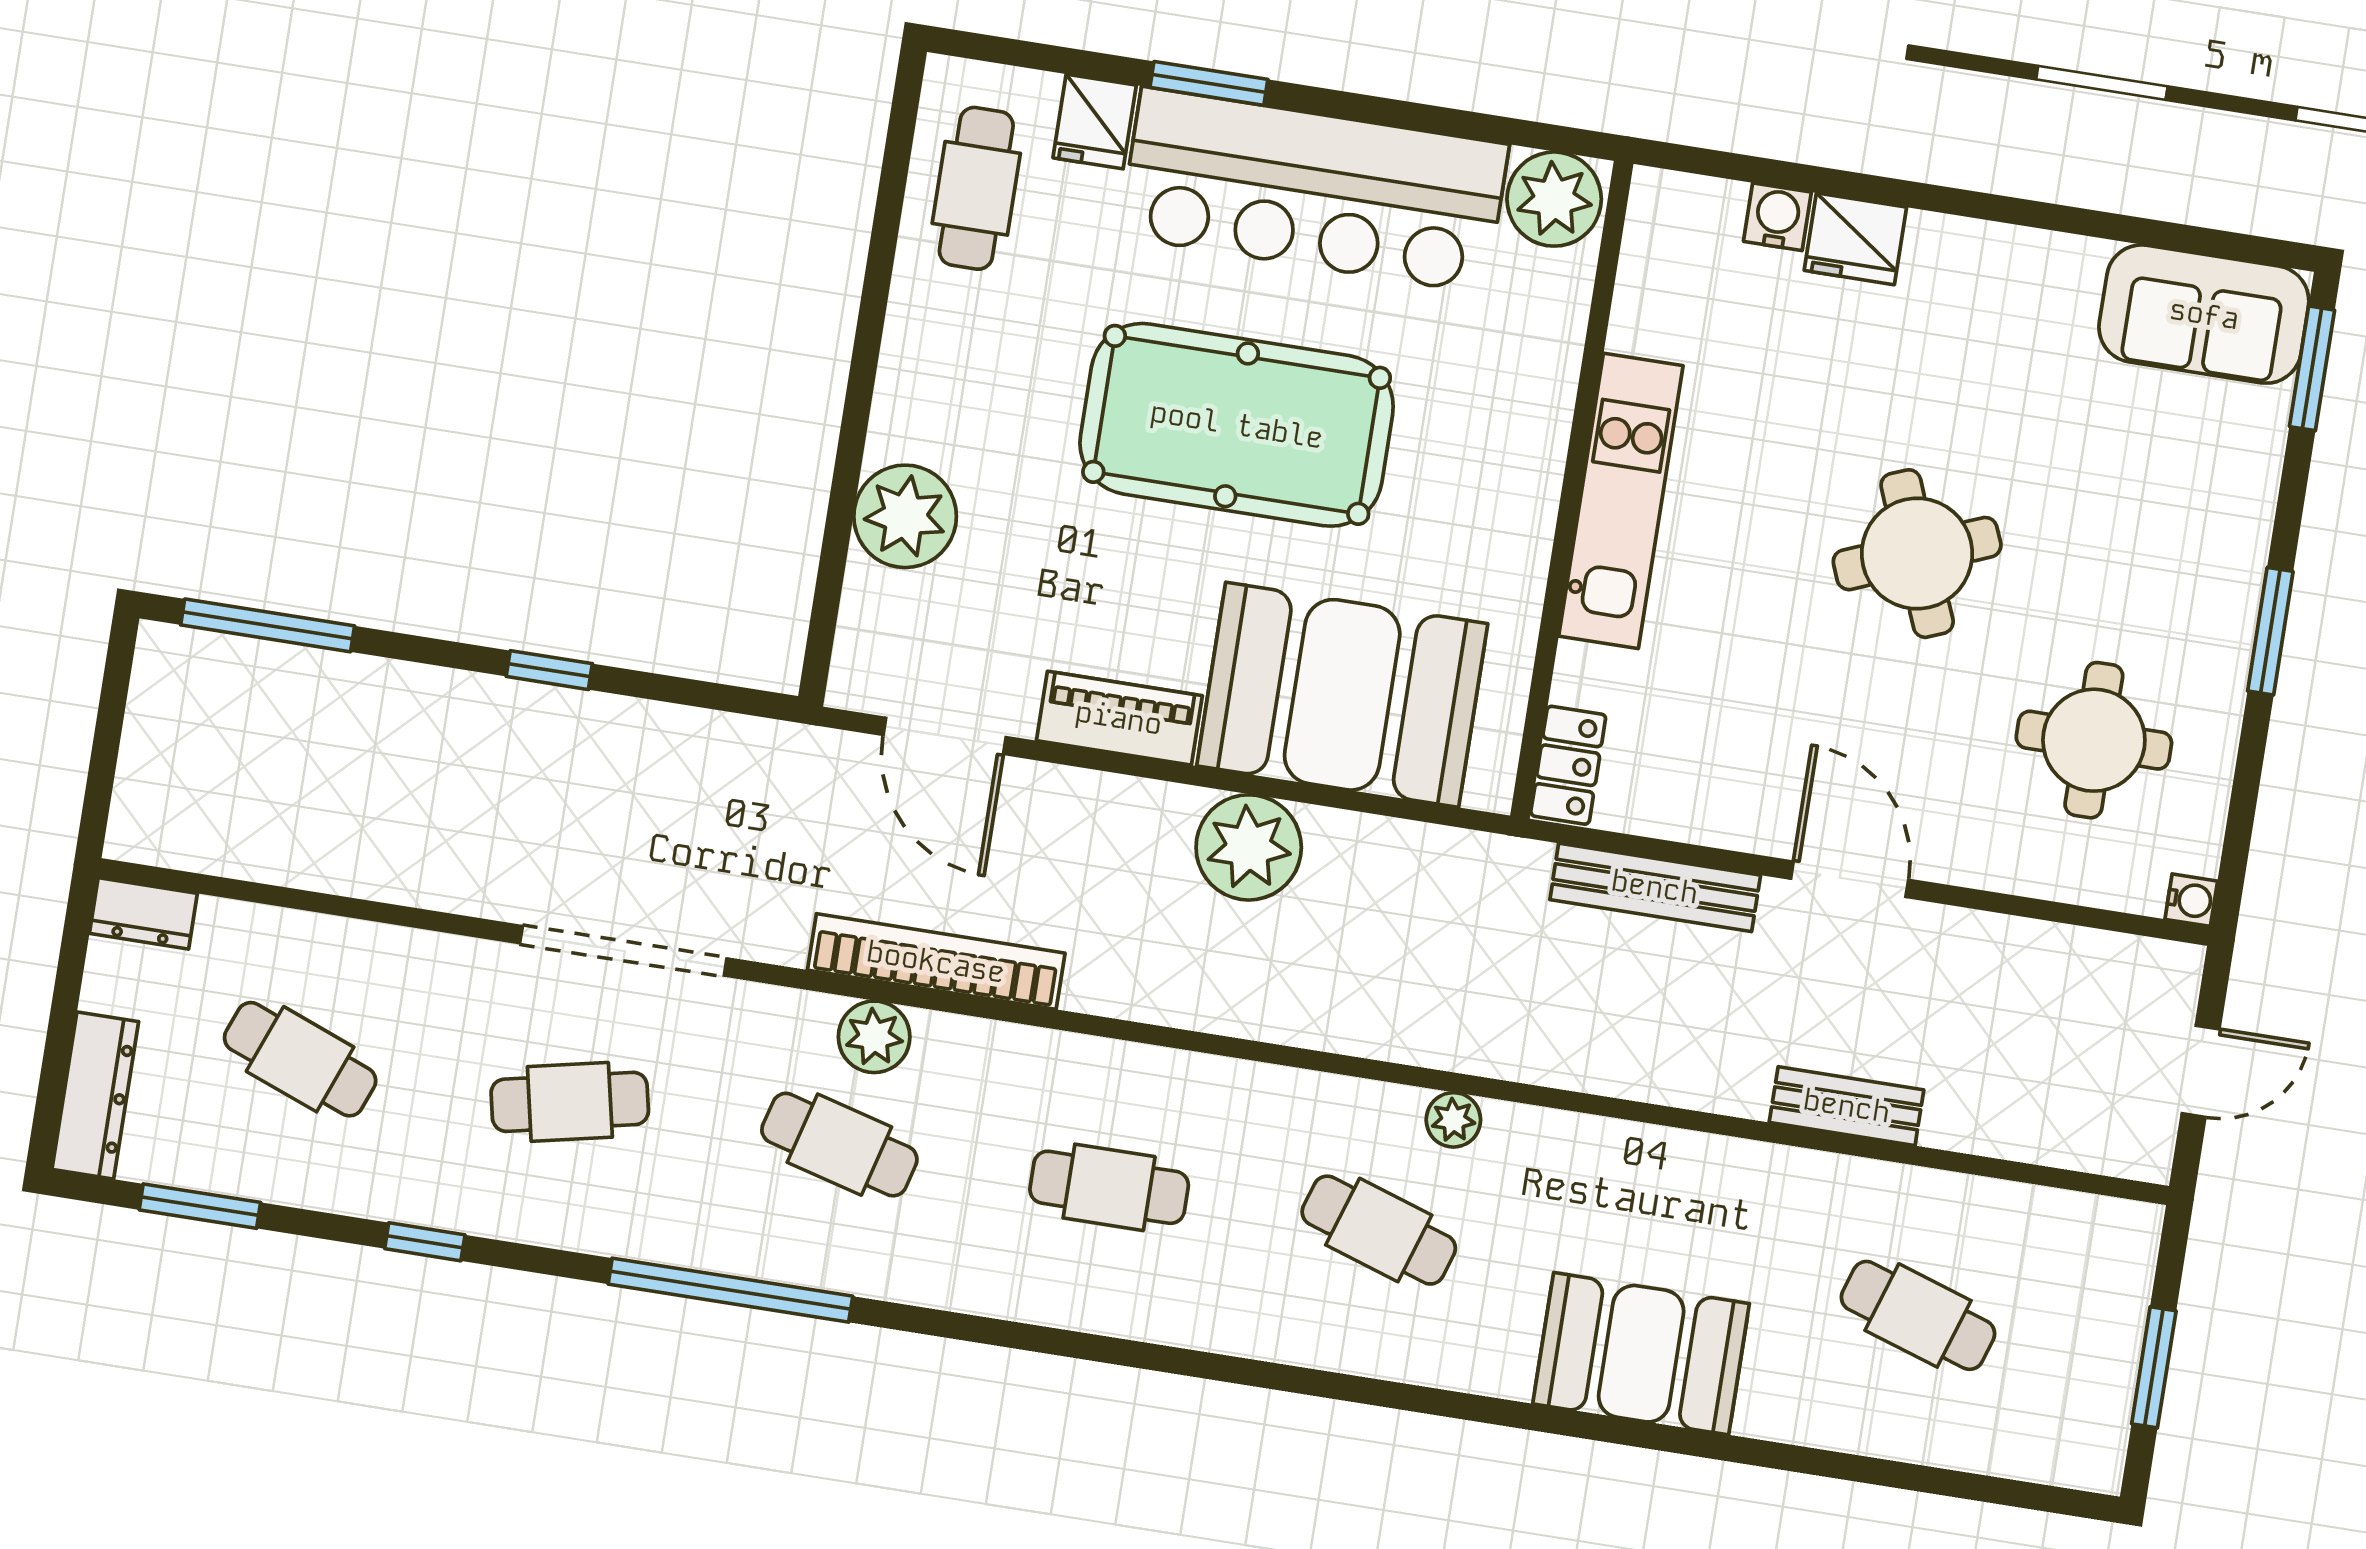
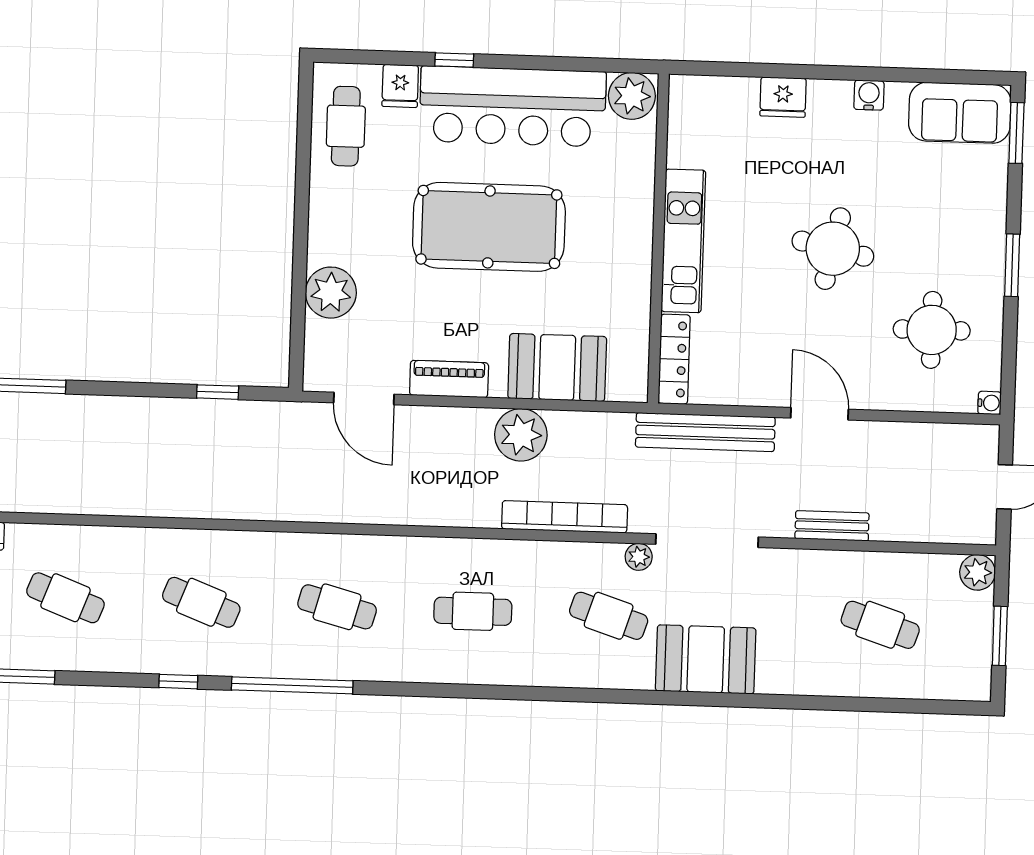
window: (1209, 83) -> (454, 60), width x0.67
water cooler: (1777, 217) -> (869, 95), moved
round table: (1917, 554) -> (833, 249), turned 34
window: (549, 670) -> (218, 392), moved
booth: (1342, 695) -> (557, 367), width x0.73, depth x0.70
locker: (1568, 765) -> (674, 359), width x1.53
bench: (1655, 887) -> (705, 432), width x1.37, depth x1.21
doorway: (623, 951) -> (707, 541), moved
bookcase: (936, 962) -> (565, 517), moved
plant: (874, 1037) -> (978, 572), moved
cafe table: (570, 1102) -> (201, 602), turned 33
window: (425, 1242) -> (178, 682), moved
booth: (1641, 1354) -> (706, 659), moved

